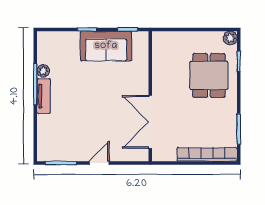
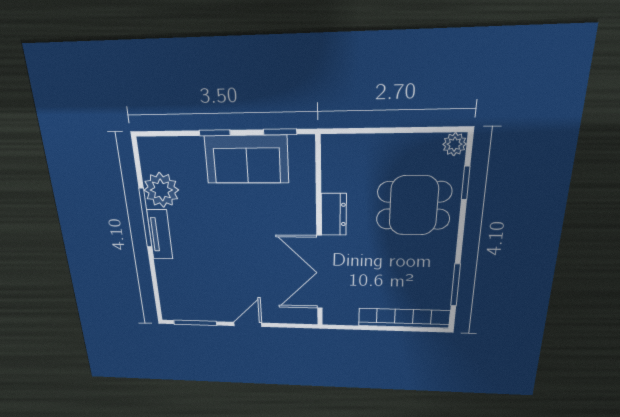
plant: (43, 71) -> (161, 190), width x1.87, depth x1.87
dining table: (209, 75) -> (414, 206), turned 90
dresser: (160, 81) -> (334, 214), added

